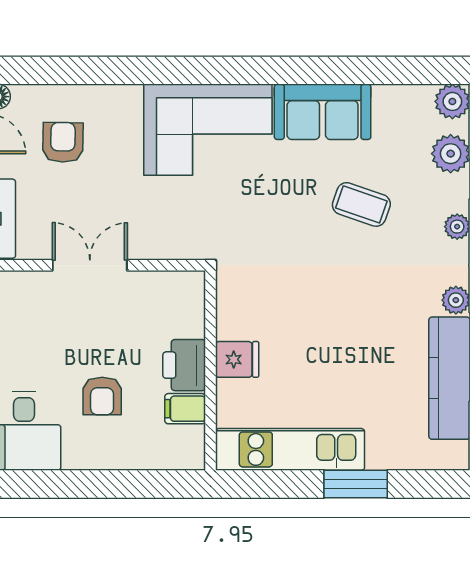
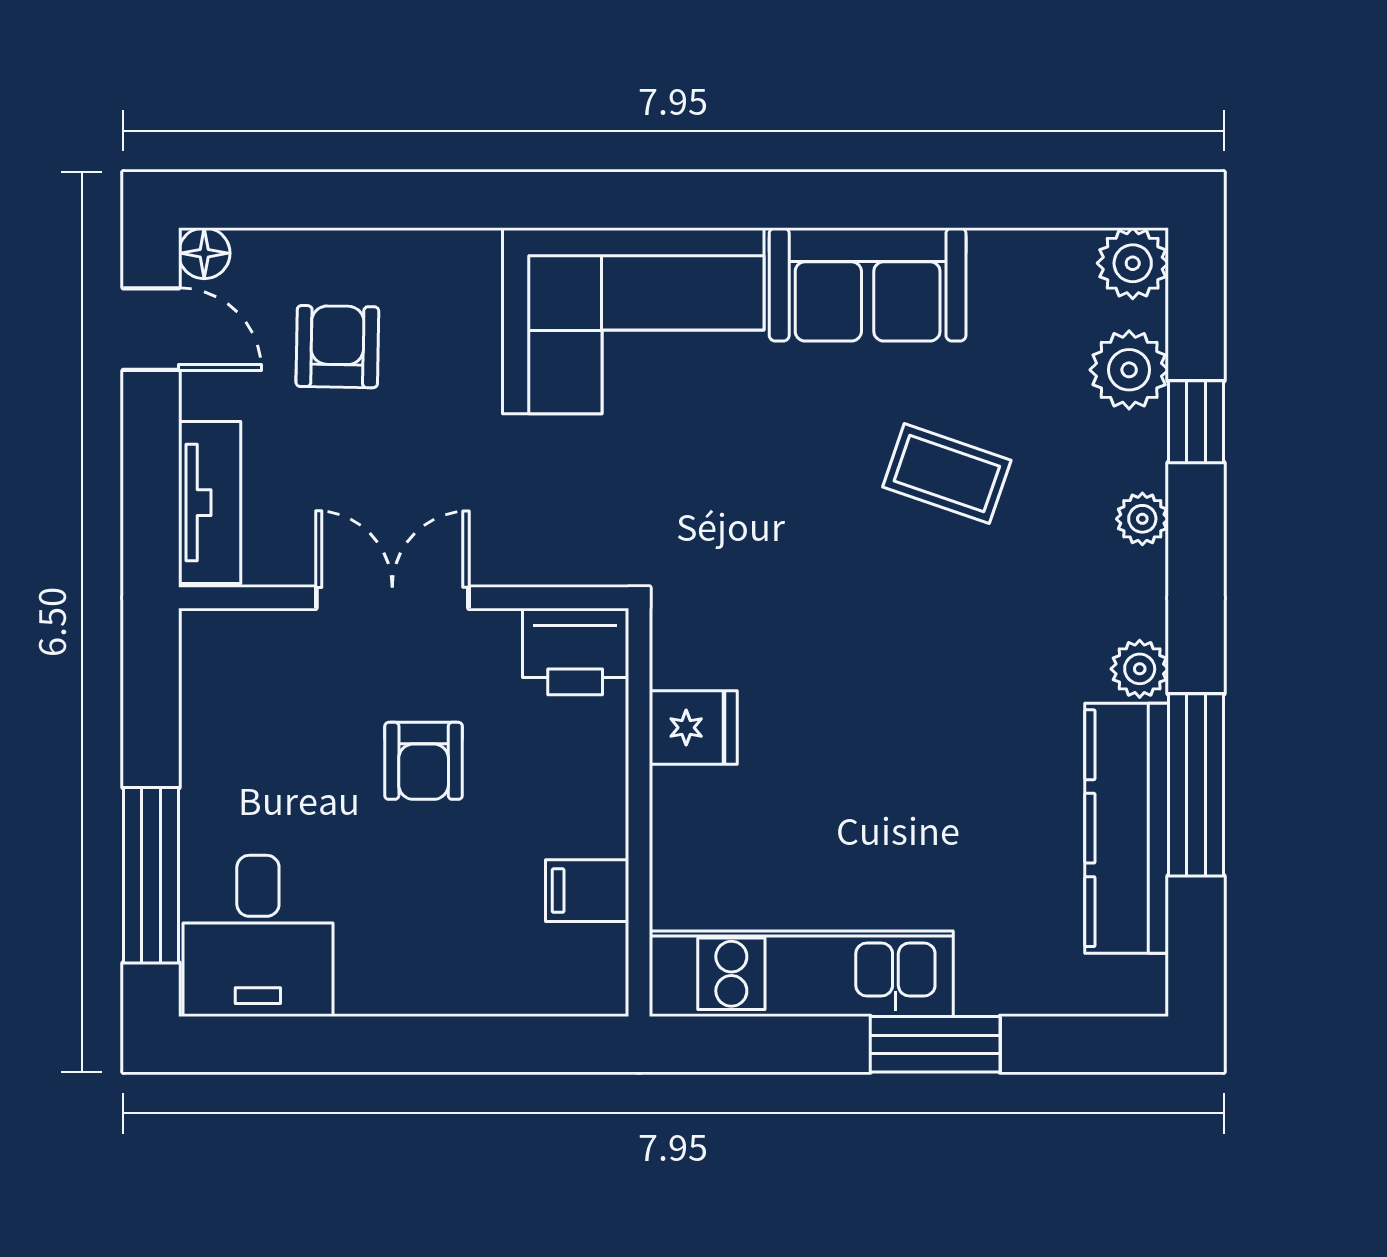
fridge: (237, 359) -> (693, 728), moved
printer: (184, 365) -> (575, 652), moved, turned -90
armchair: (102, 396) -> (424, 761), moved

